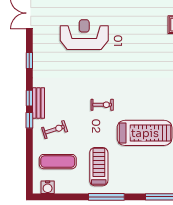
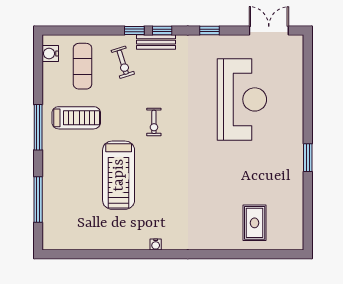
reception desk: (84, 35) -> (242, 99), width x1.36, depth x1.30

